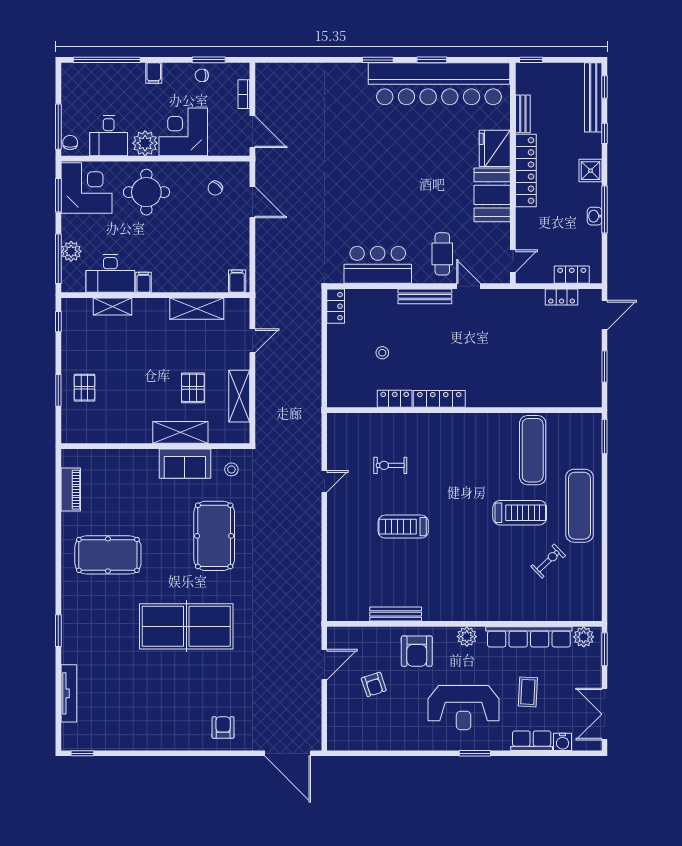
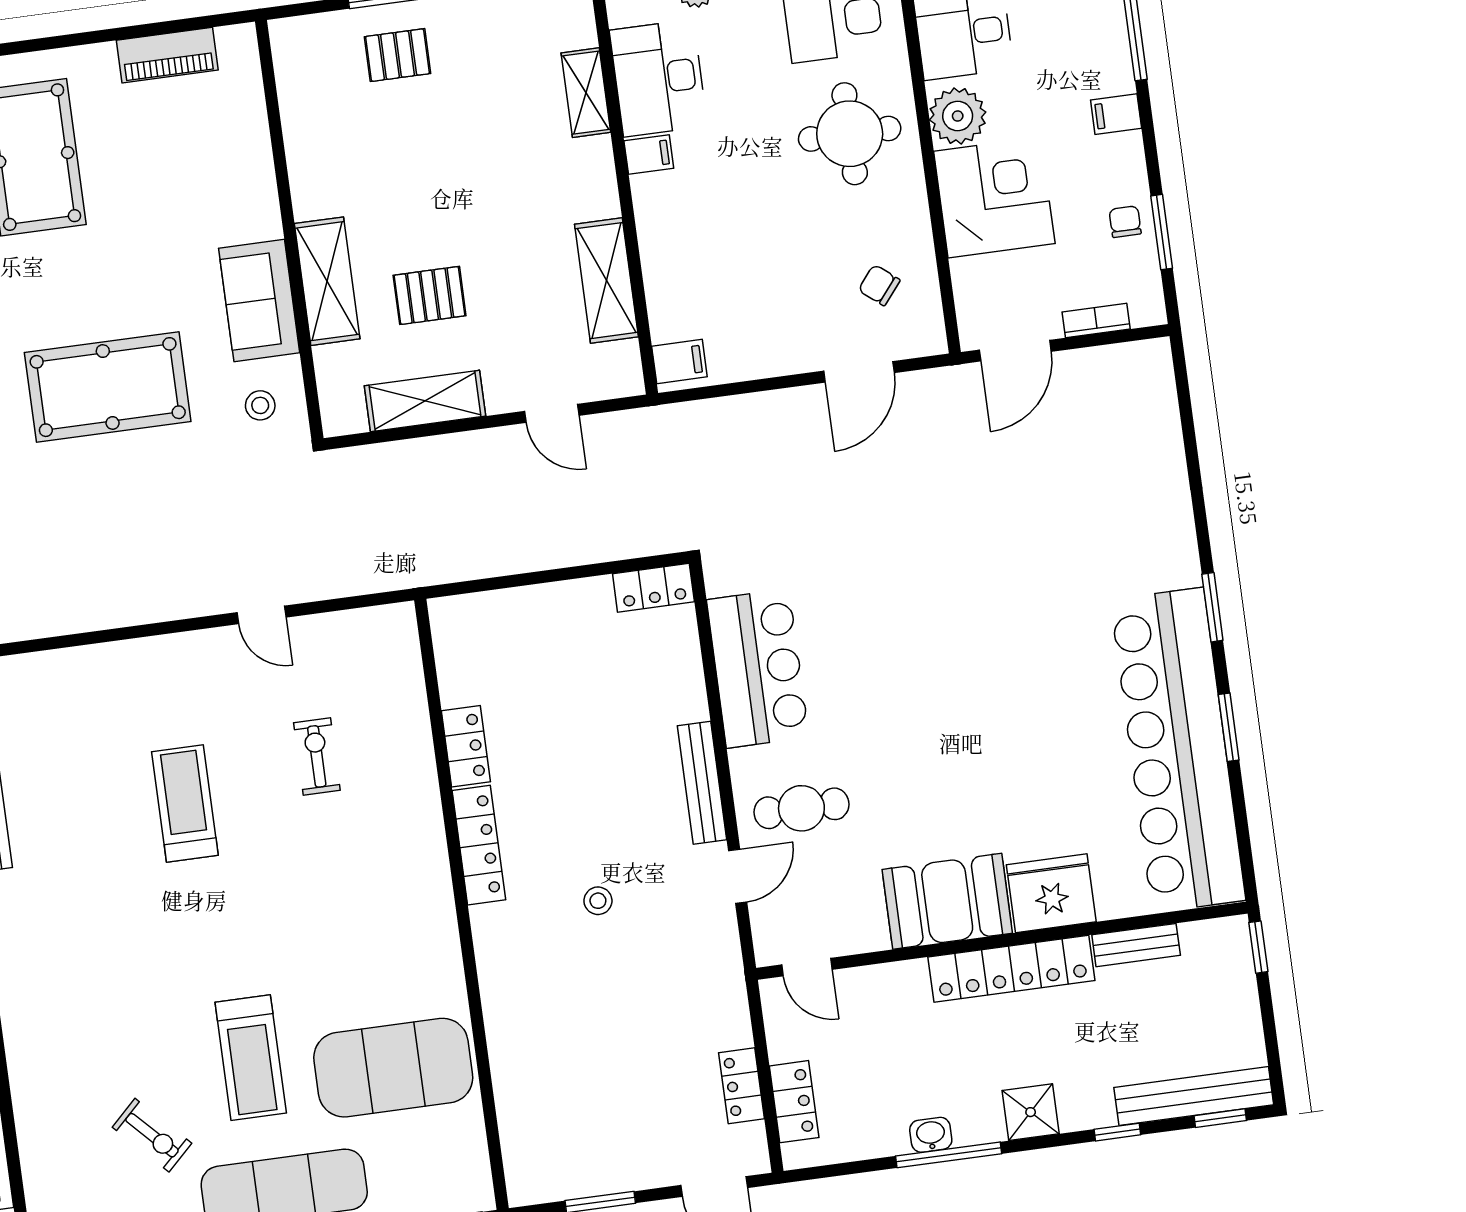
stool: (382, 353) -> (598, 901), moved
exercise mat: (533, 450) -> (393, 1068), width x1.47

